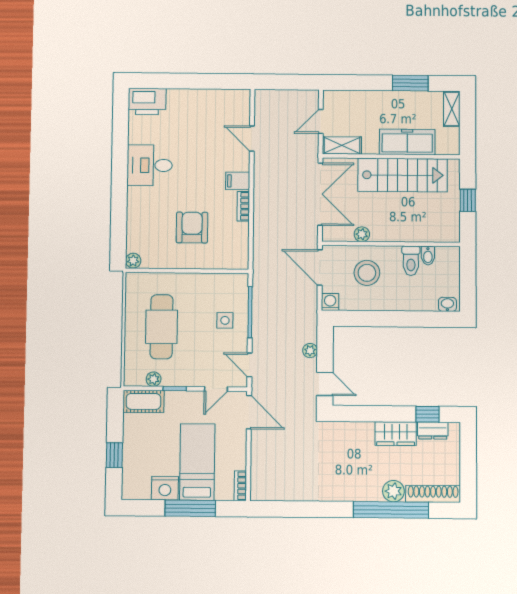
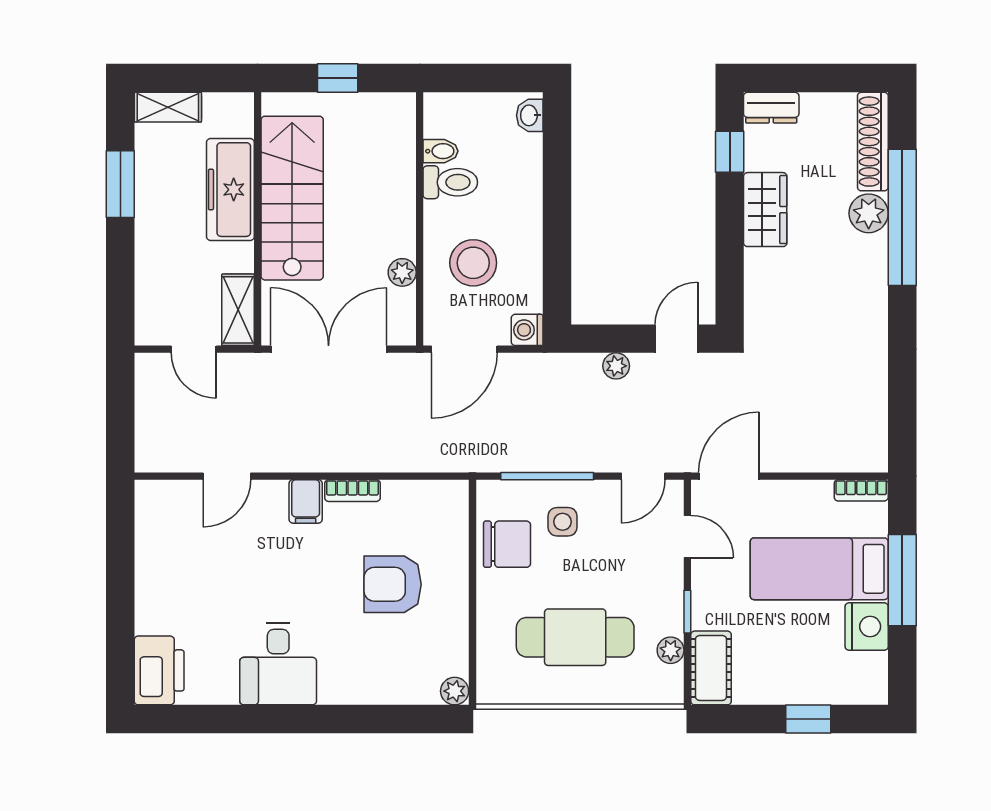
chair: (213, 290) -> (507, 544), added
dresser: (433, 431) -> (771, 108), moved, turned 90

